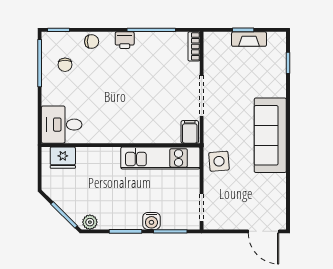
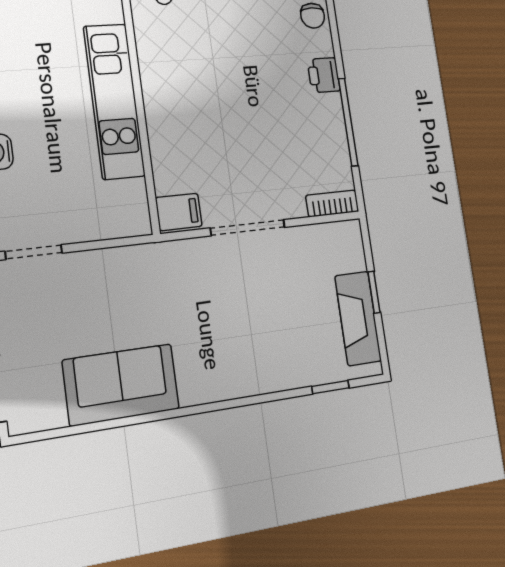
fireplace: (249, 39) -> (358, 318), width x1.37, depth x1.32
sofa: (270, 135) -> (121, 385), moved, width x0.73
kitchen unit: (160, 158) -> (114, 101), moved
side table: (219, 161) -> (130, 277), removed

